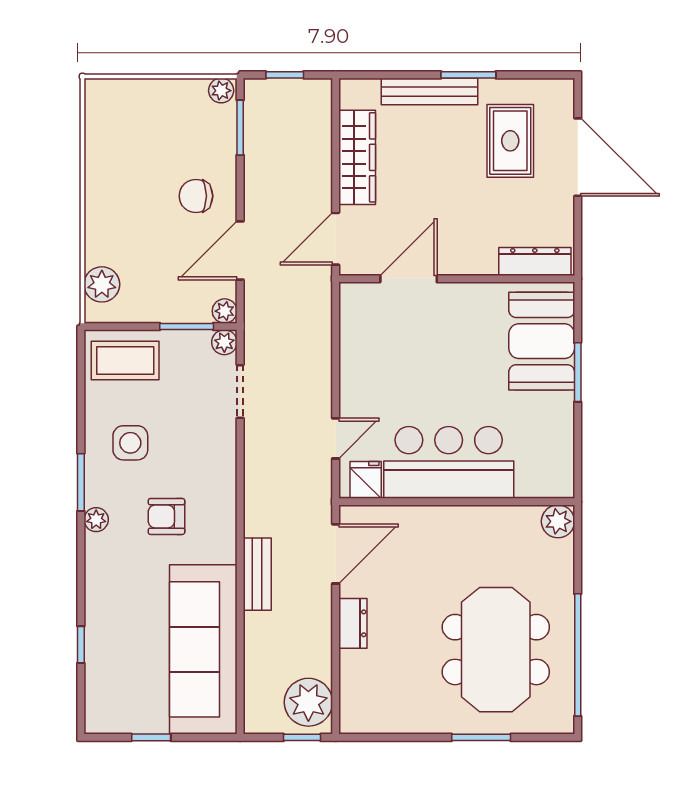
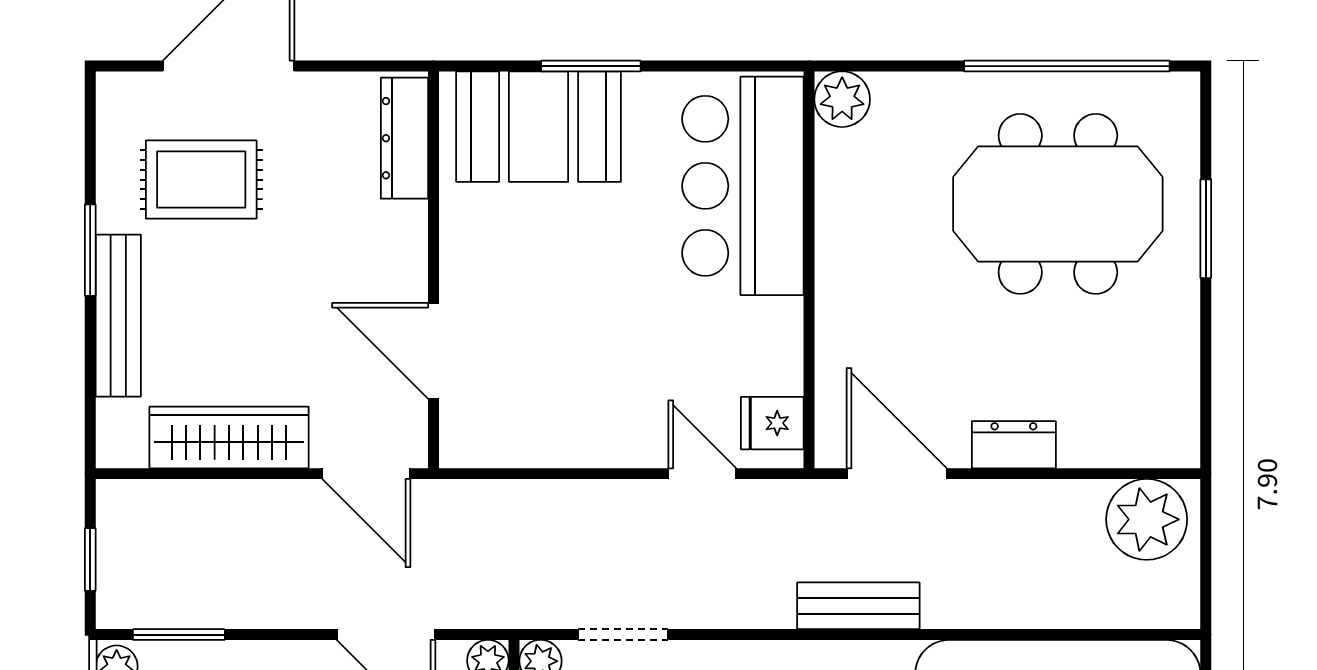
bar counter: (449, 462) -> (743, 186), moved
bench: (257, 574) -> (858, 606), moved
window: (302, 737) -> (1206, 530), removed

